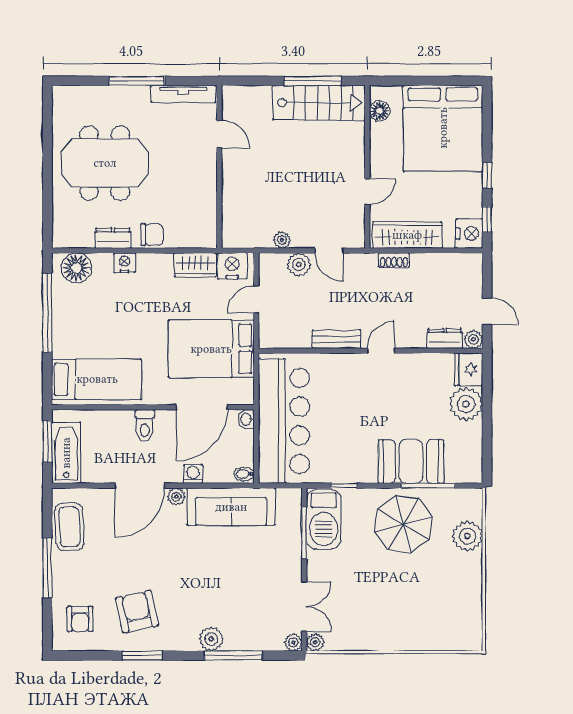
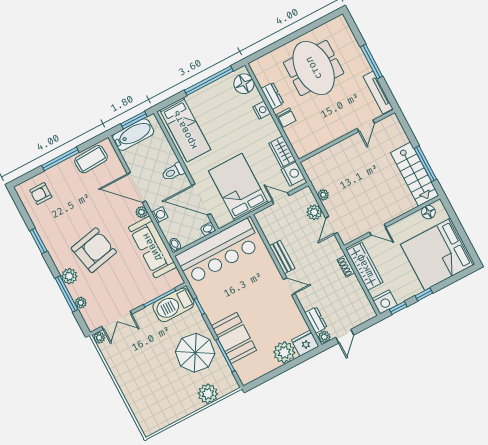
armchair: (137, 612) -> (94, 250), moved, width x1.36, depth x1.36
plant: (293, 642) -> (81, 303), moved

